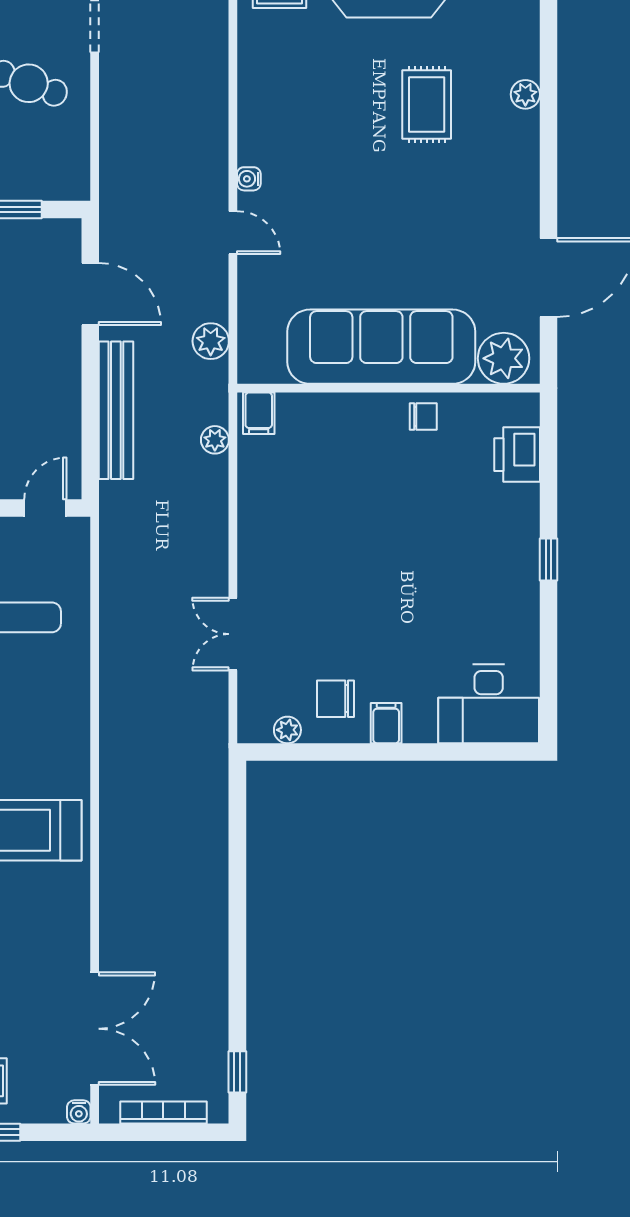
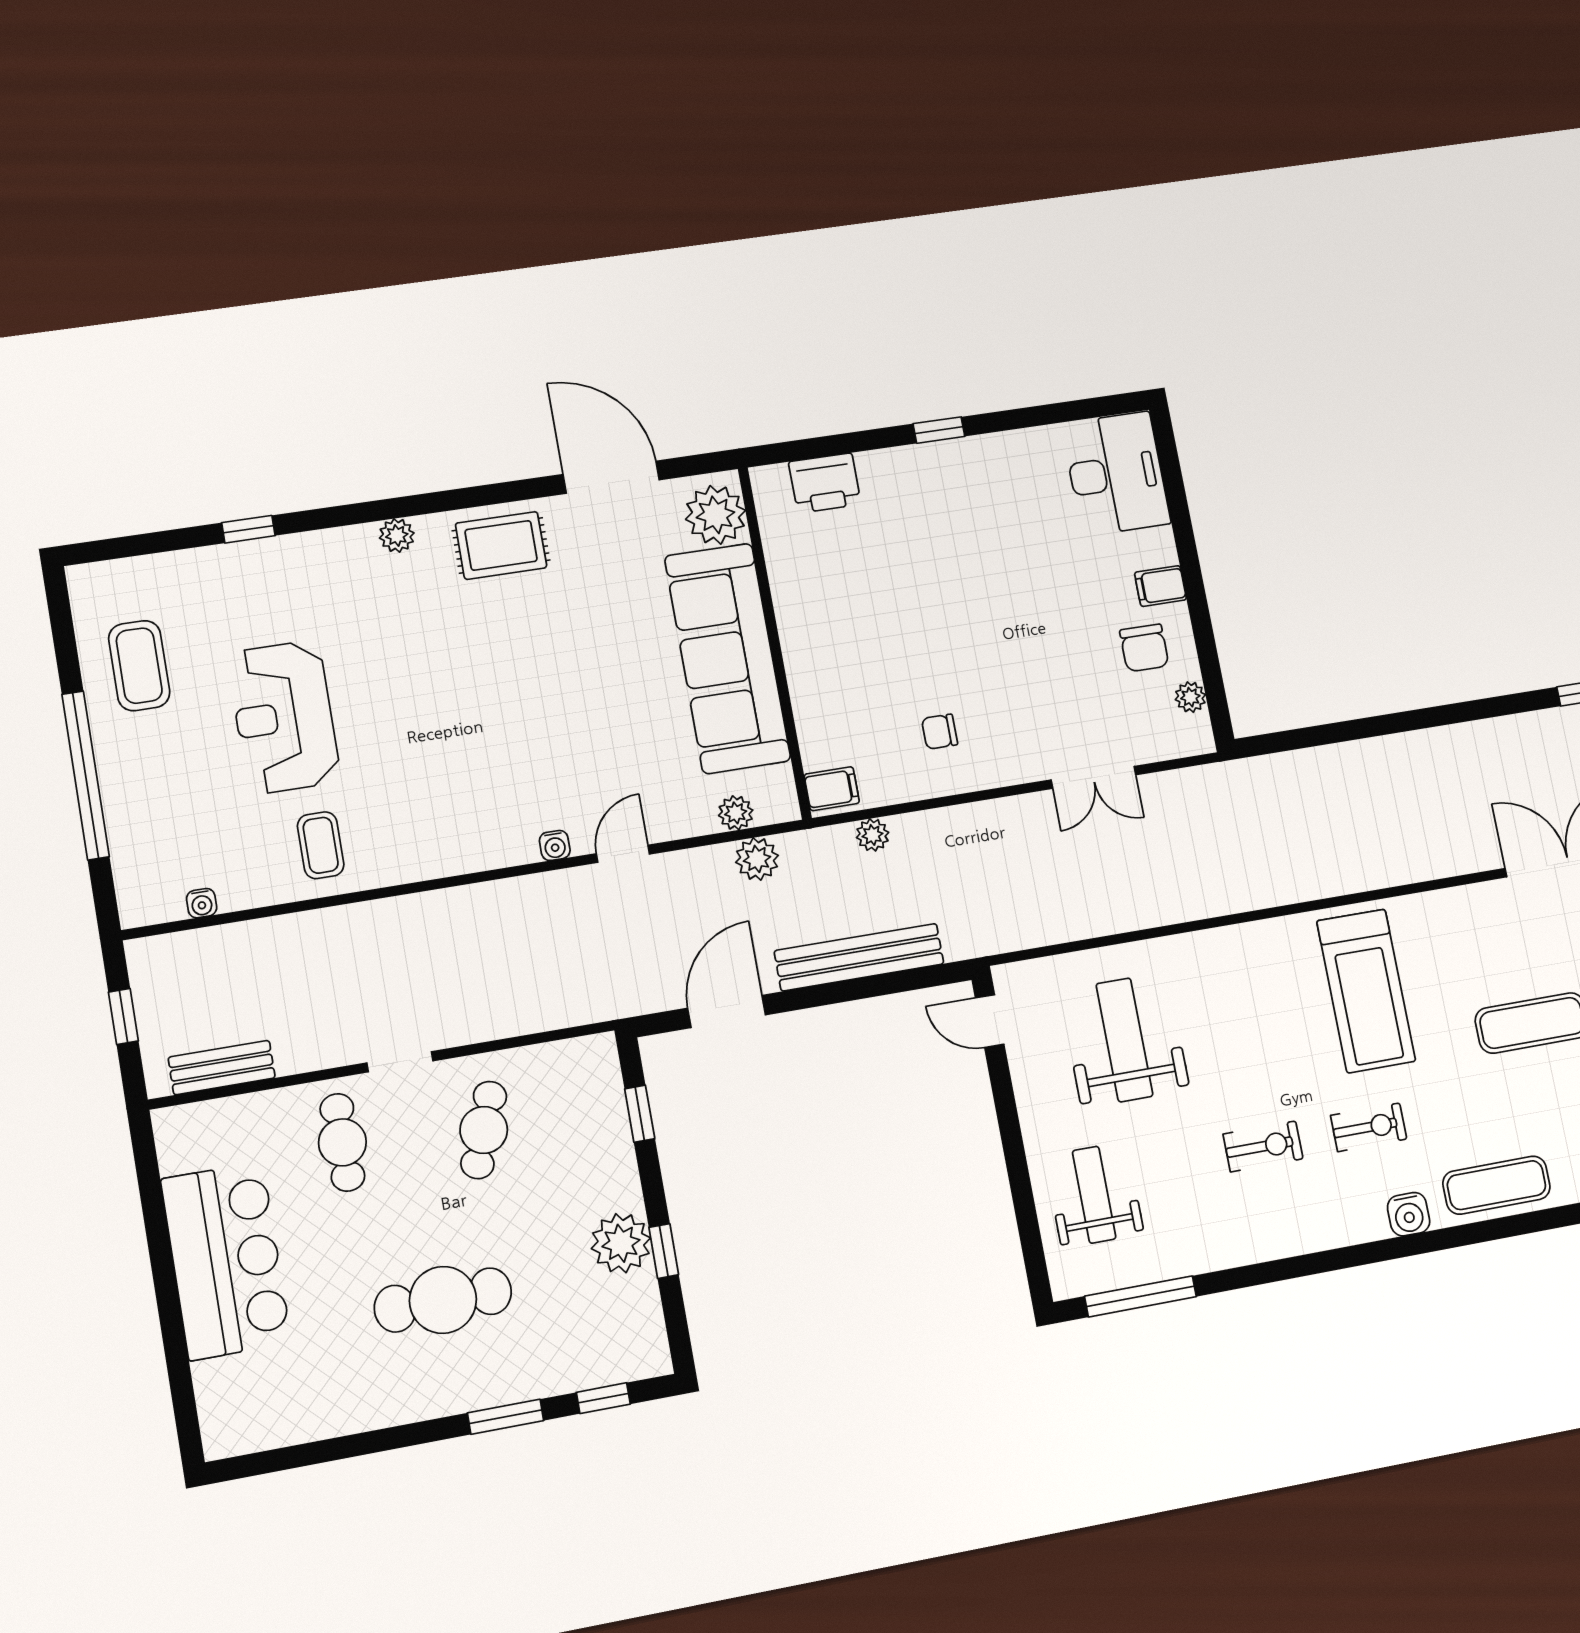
rug: (427, 105) -> (501, 545), moved
plant: (252, 330) -> (736, 813), added
chair: (423, 416) -> (940, 732), moved, turned -90

